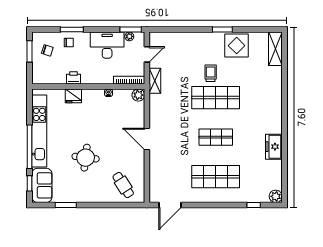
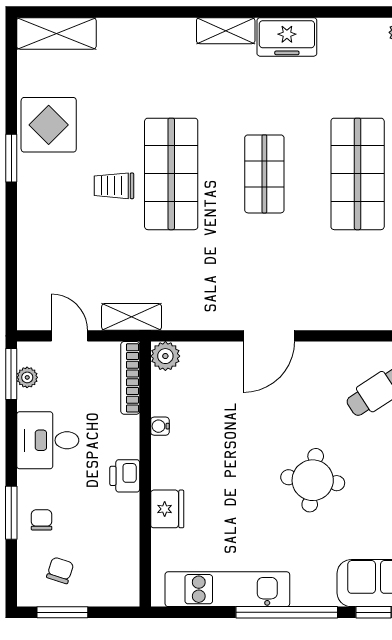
desk: (107, 45) -> (48, 440), width x0.73
printer: (74, 78) -> (125, 476), moved
shelving: (276, 121) -> (226, 31), added
kitchen unit: (39, 131) -> (227, 589), width x0.73

